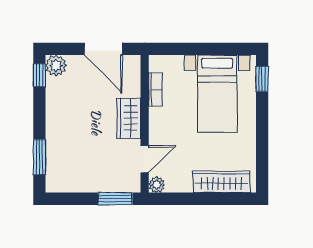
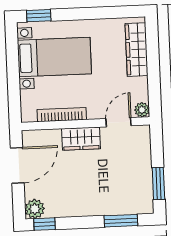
bookcase: (155, 89) -> (62, 115), width x1.56
door: (145, 159) -> (118, 122), hinge flipped
window: (115, 199) -> (158, 183), moved

